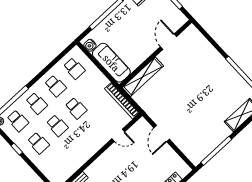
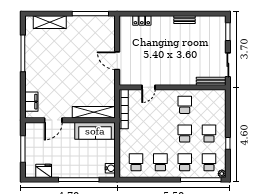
filing cabinet: (199, 40) -> (31, 102), added
sofa: (111, 63) -> (95, 131), moved, turned -90
school desk: (76, 108) -> (185, 105), moved
door: (162, 134) -> (117, 61), swing flipped
door: (118, 135) -> (148, 87), swing flipped

